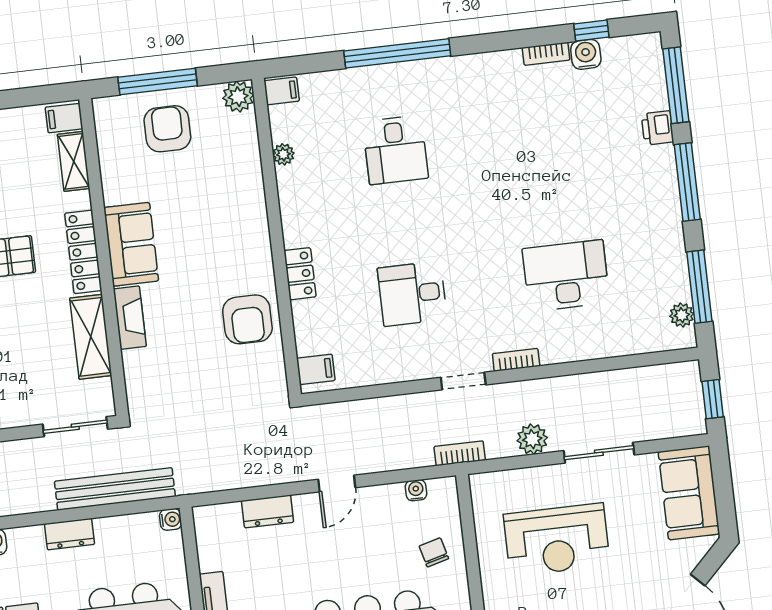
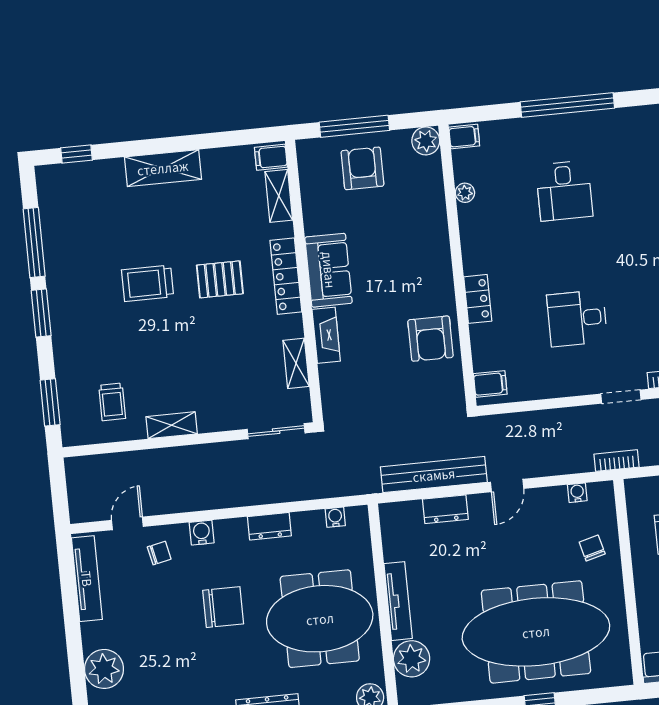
shelving: (91, 337) -> (296, 363), width x0.67, depth x0.75
bench: (115, 489) -> (434, 475), moved
water cooler: (171, 519) -> (335, 517), moved, turned -90

